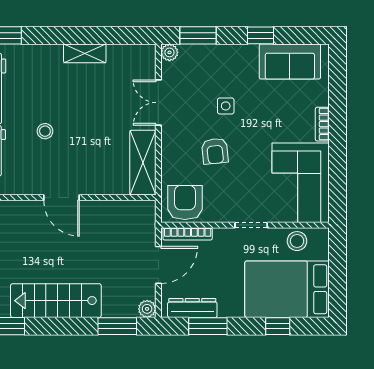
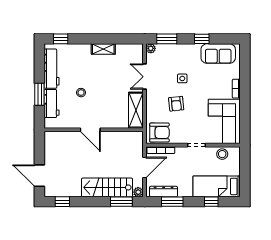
armchair: (185, 202) -> (159, 132), turned 90
bed: (287, 289) -> (217, 186), width x0.67
stairs: (56, 301) -> (107, 187), moved

